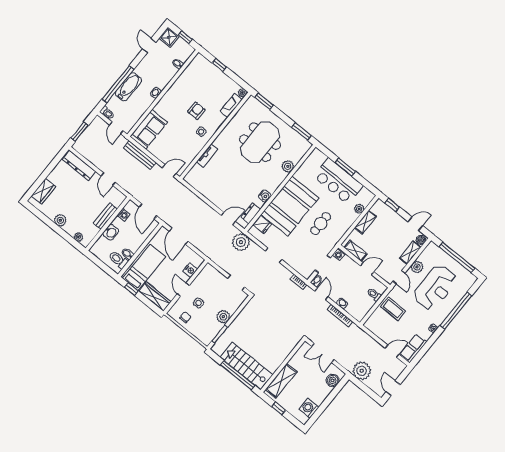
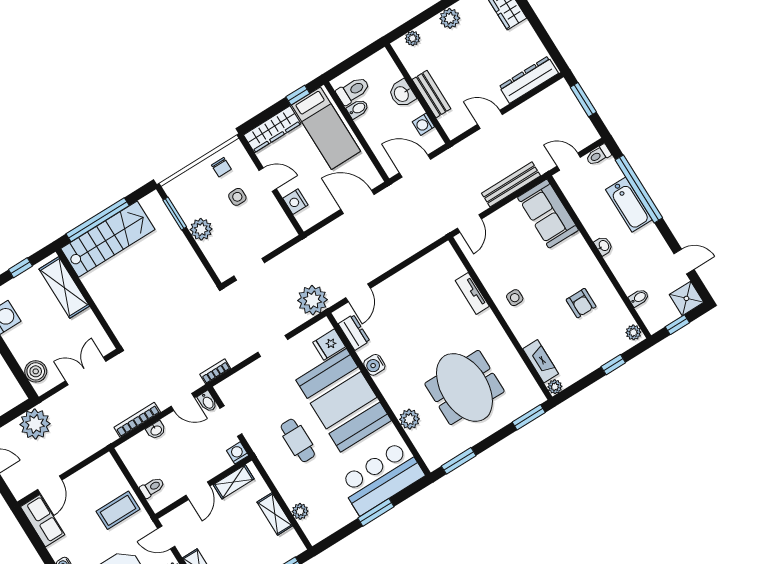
plant: (198, 60) -> (633, 332), added
armchair: (196, 111) -> (581, 303), moved
bar counter: (338, 181) -> (381, 478), moved

